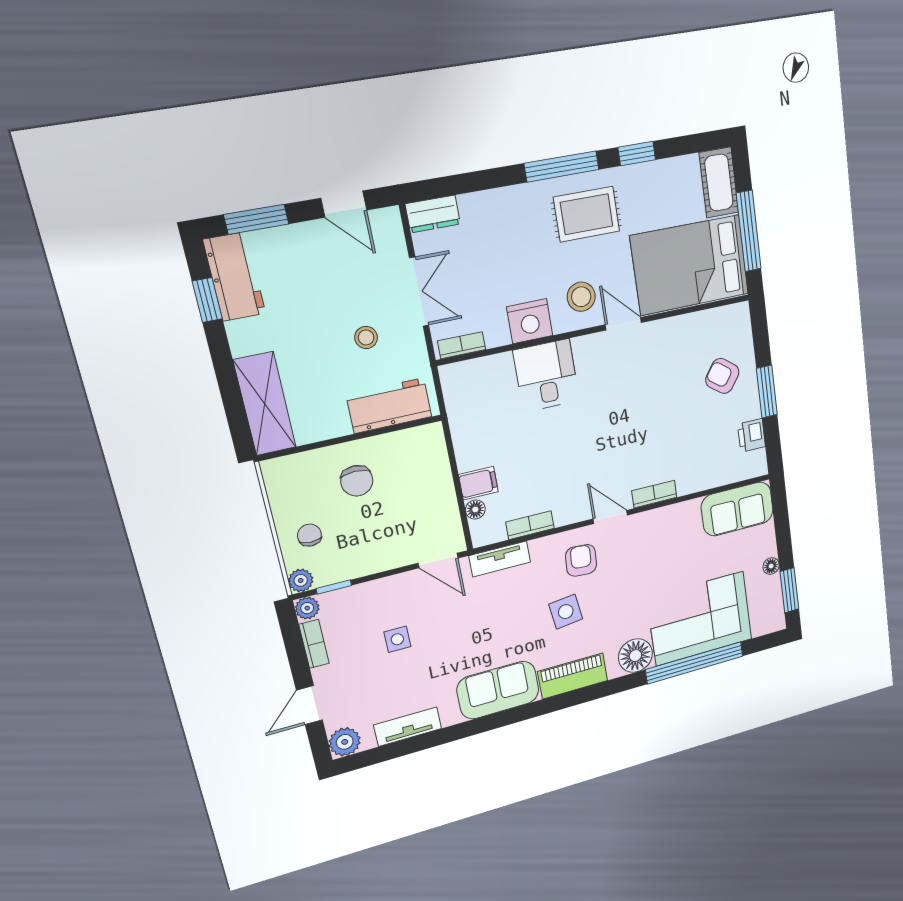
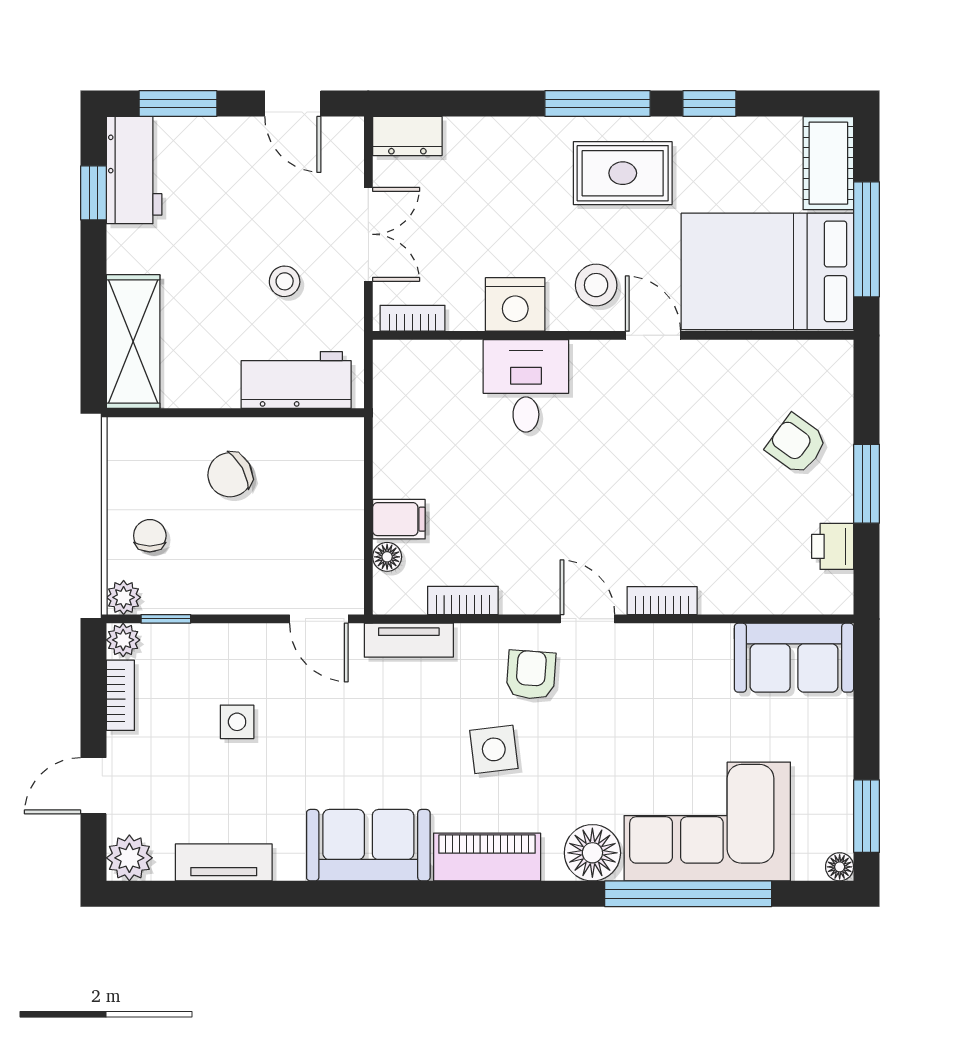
chair: (357, 481) -> (230, 475), turned 61
floor lamp: (771, 566) -> (840, 867), moved

